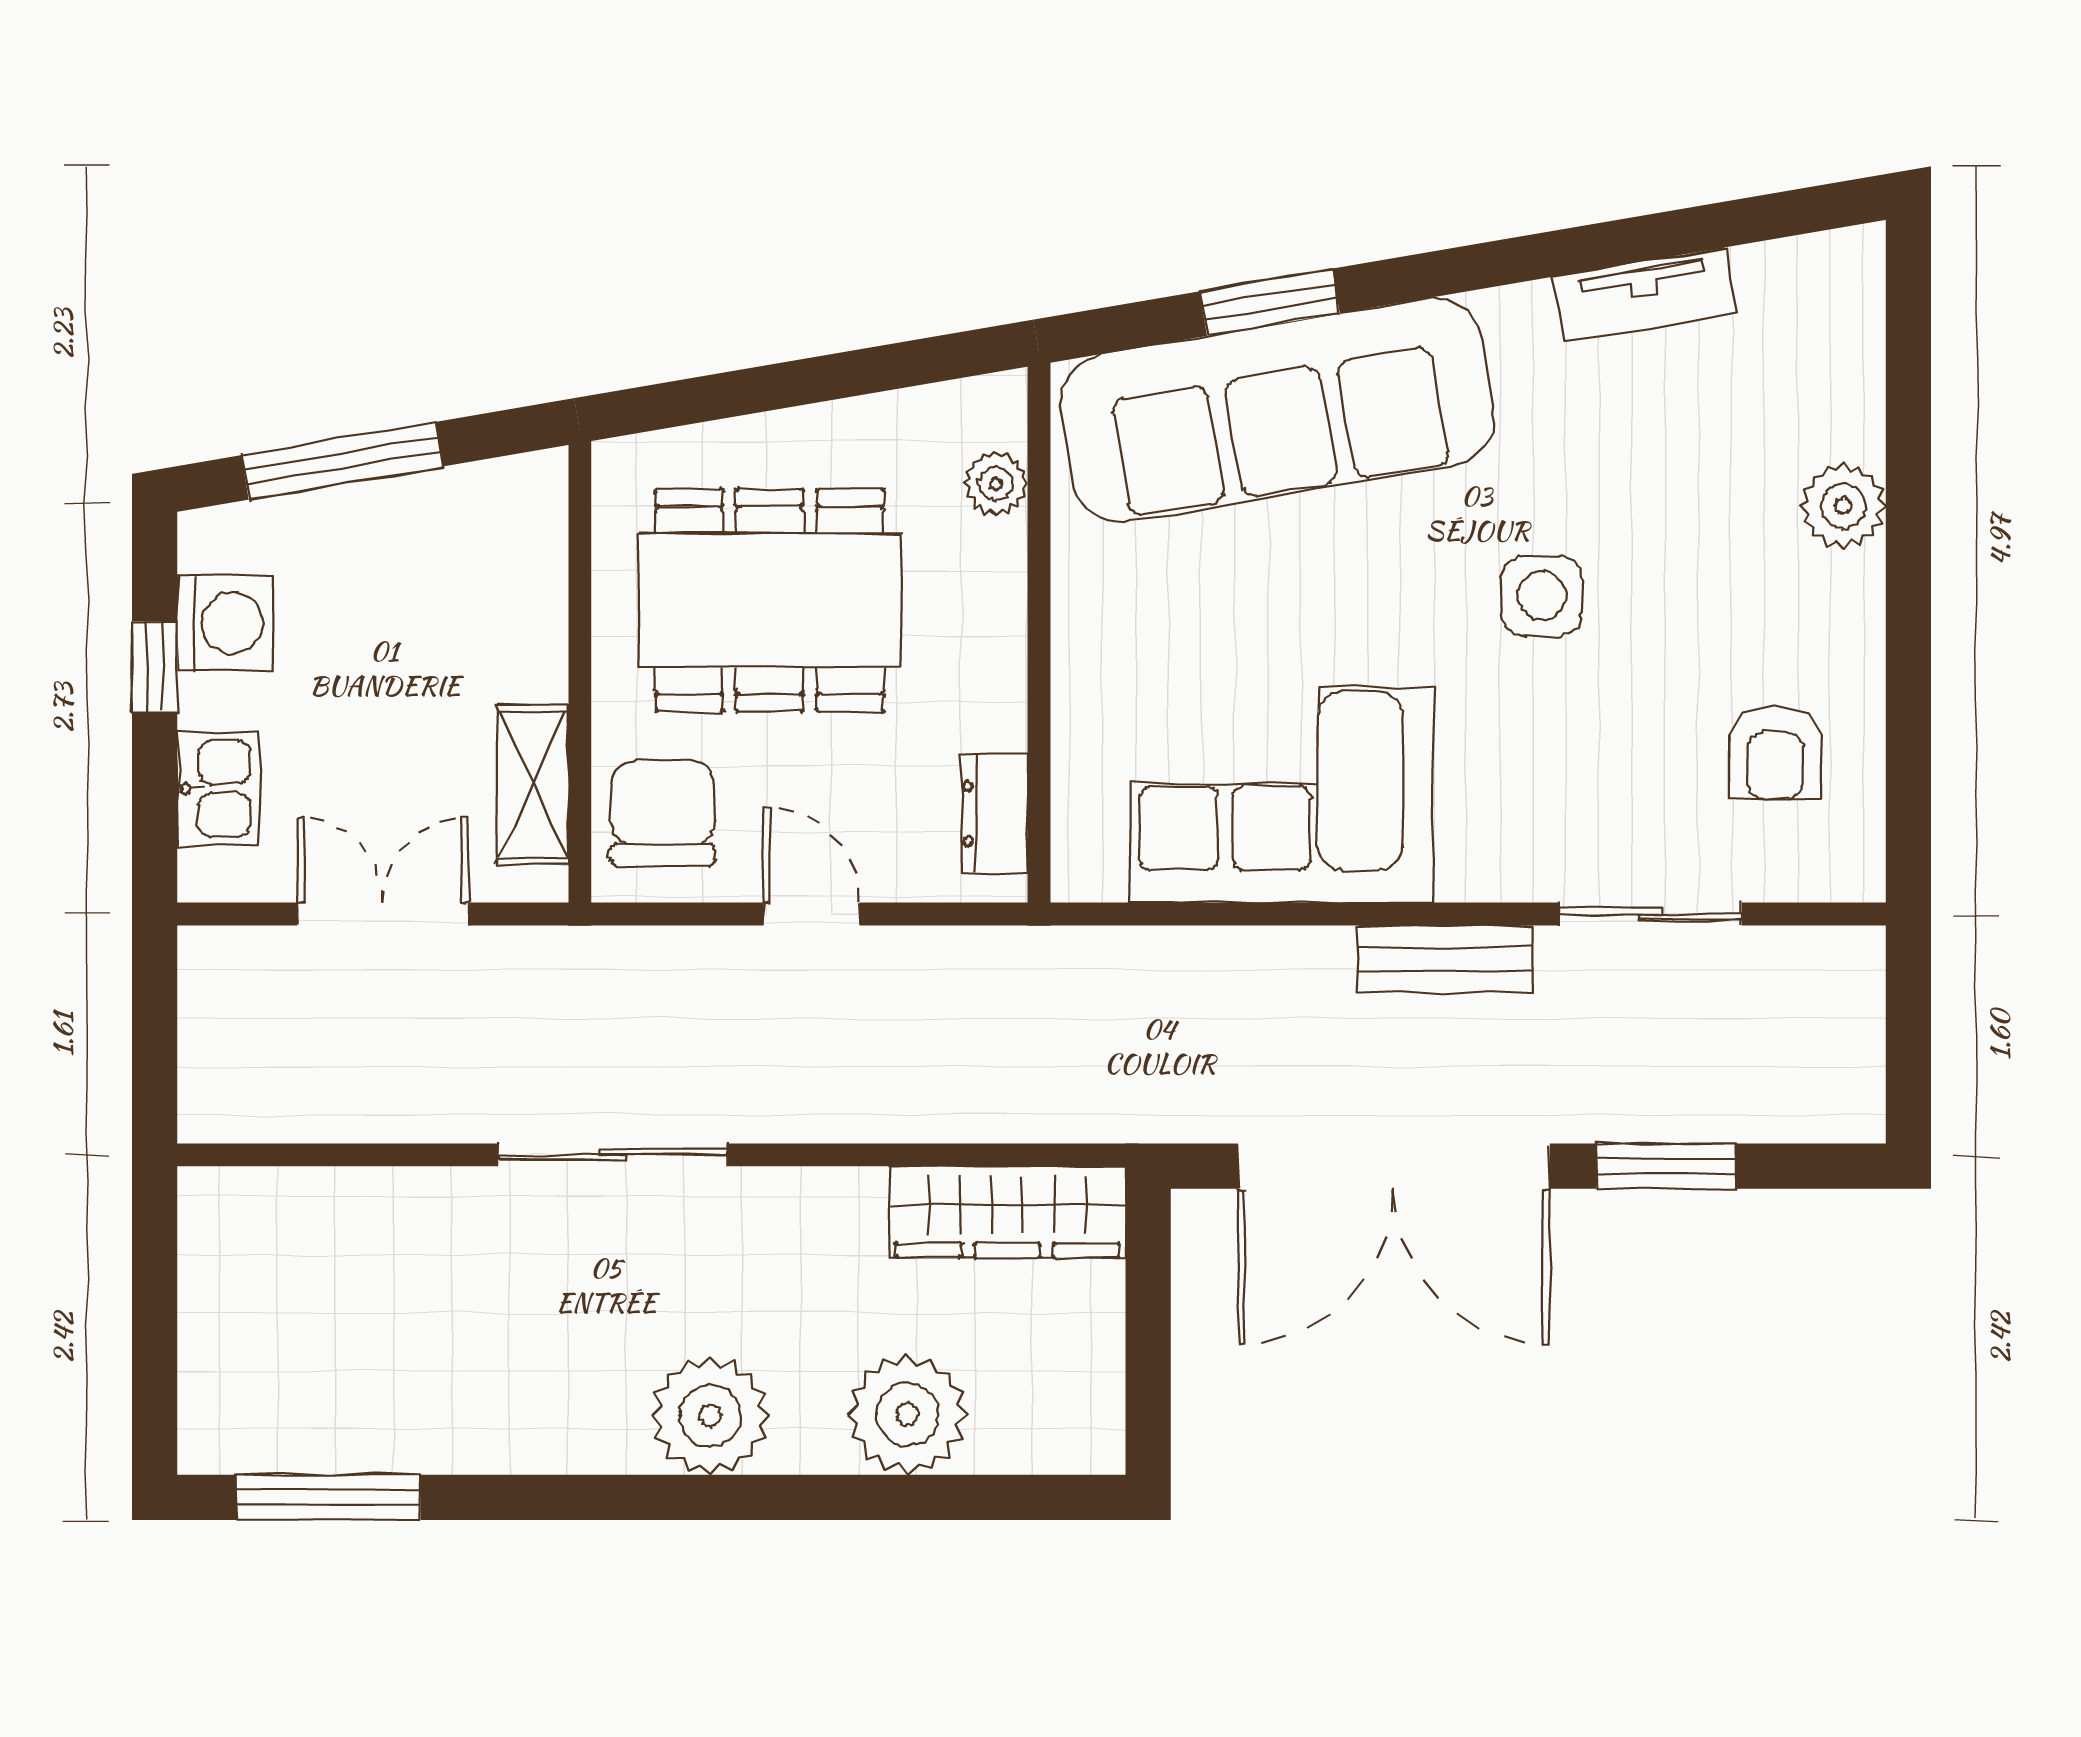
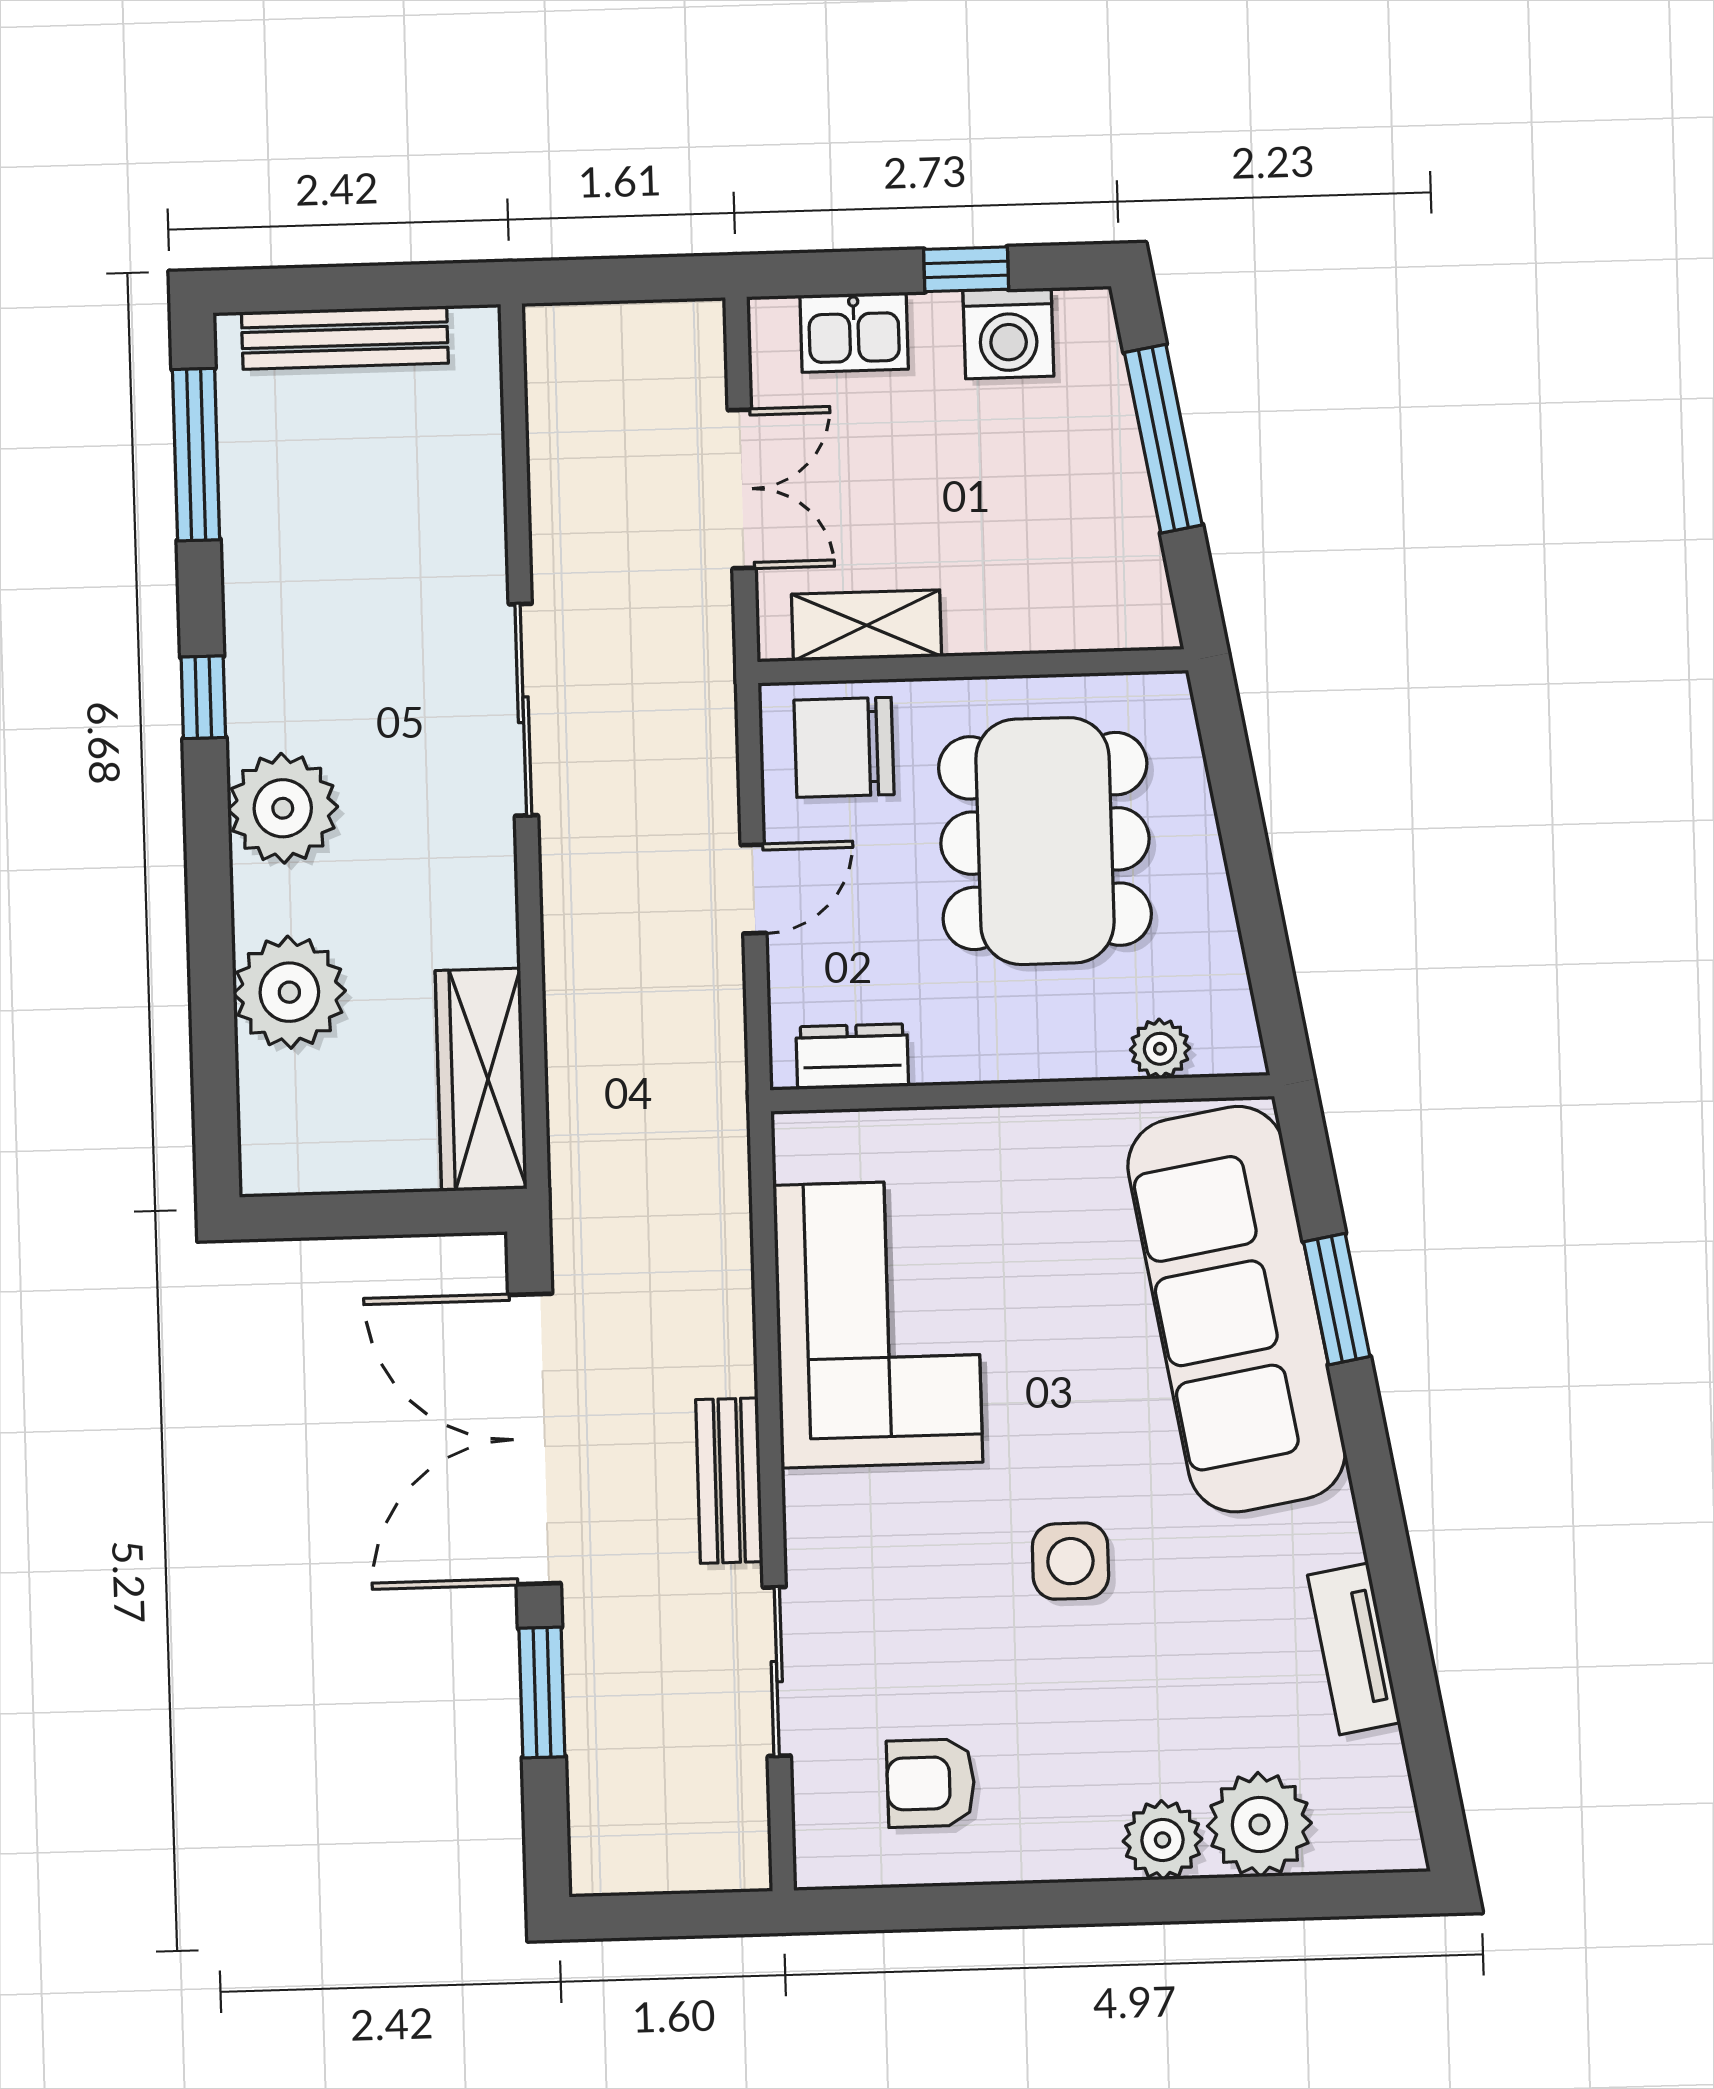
plant: (1830, 402) -> (1259, 1824), added
chair: (663, 813) -> (844, 747), turned 180
bench: (208, 1334) -> (345, 338), added
window: (589, 1497) -> (203, 697), added

